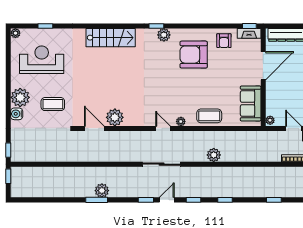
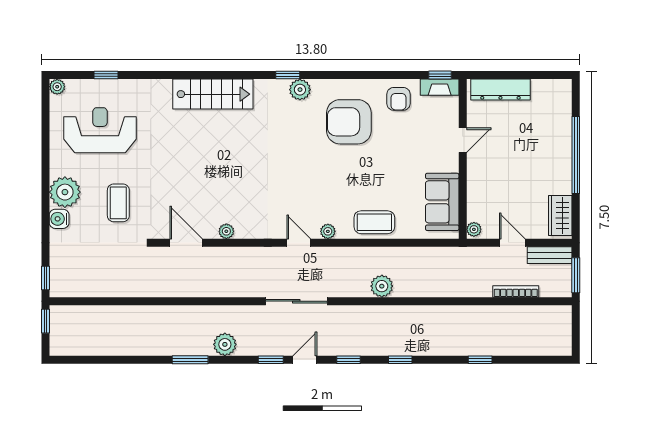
door: (263, 66) -> (463, 140), width x0.53
coffee table: (53, 104) -> (118, 203), turned 90
plant: (115, 117) -> (226, 231), width x0.53, depth x0.53
plant: (102, 191) -> (225, 344), moved

